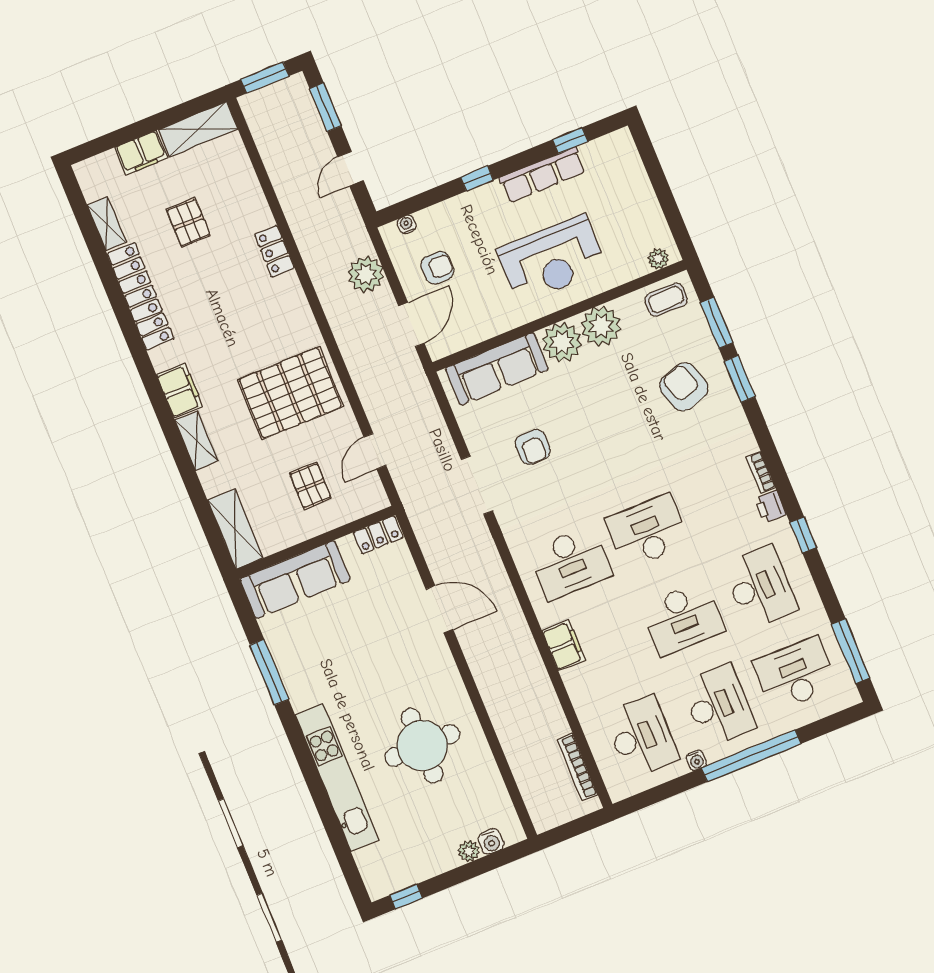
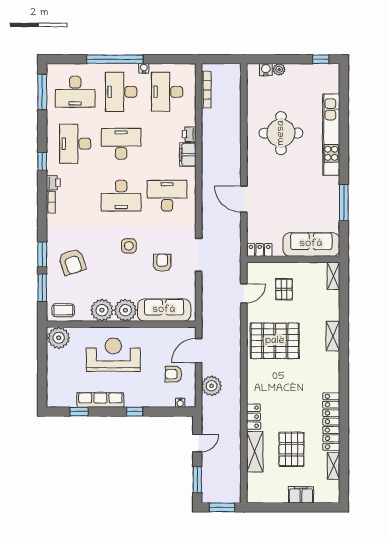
shelving: (198, 129) -> (255, 452), moved, turned 90
pallet: (188, 223) -> (291, 449), width x1.50, depth x1.42
plant: (658, 259) -> (59, 338), width x1.87, depth x1.87
filing cabinet: (180, 391) -> (331, 365), removed
side table: (600, 452) -> (129, 246), added
shelving: (235, 529) -> (333, 276), width x0.67, depth x0.75
printer: (576, 681) -> (189, 134), added

